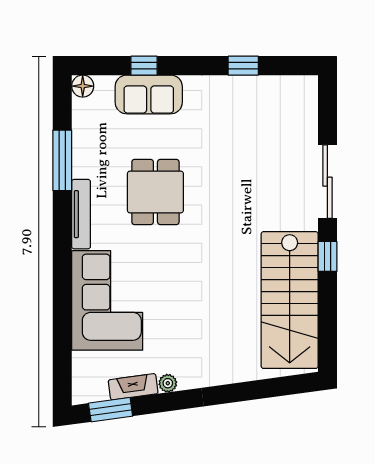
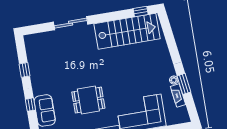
window: (144, 66) -> (30, 105), moved
window: (327, 256) -> (141, 11), moved
window: (111, 410) -> (184, 84), moved

